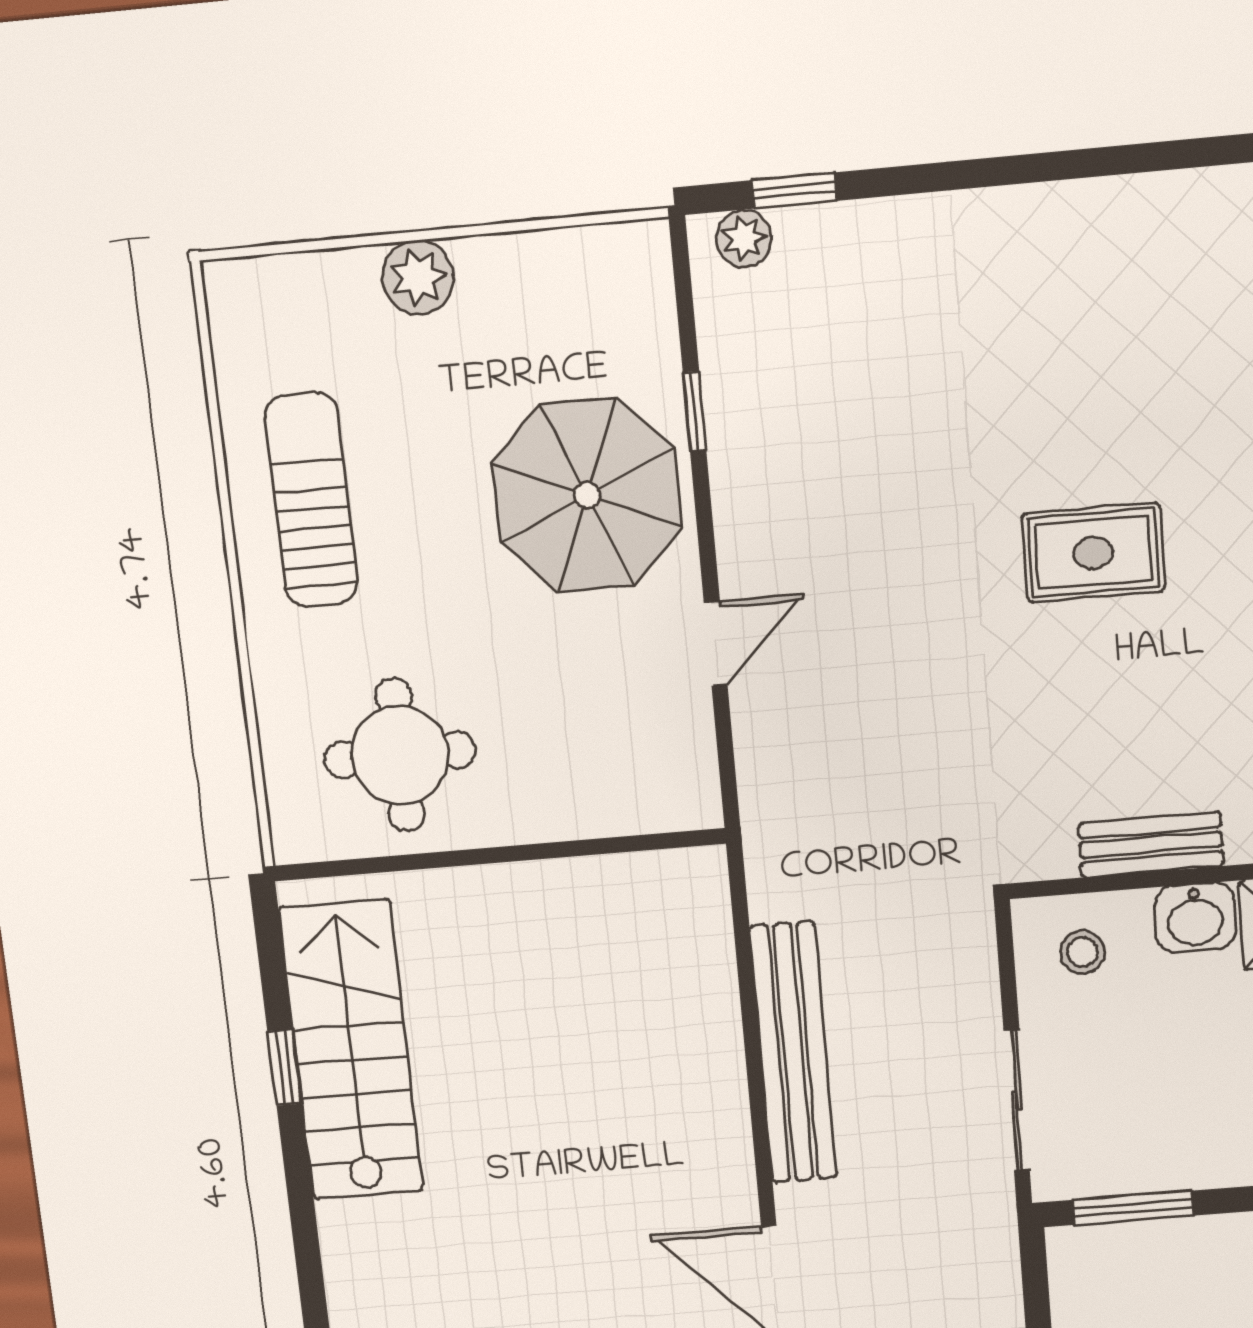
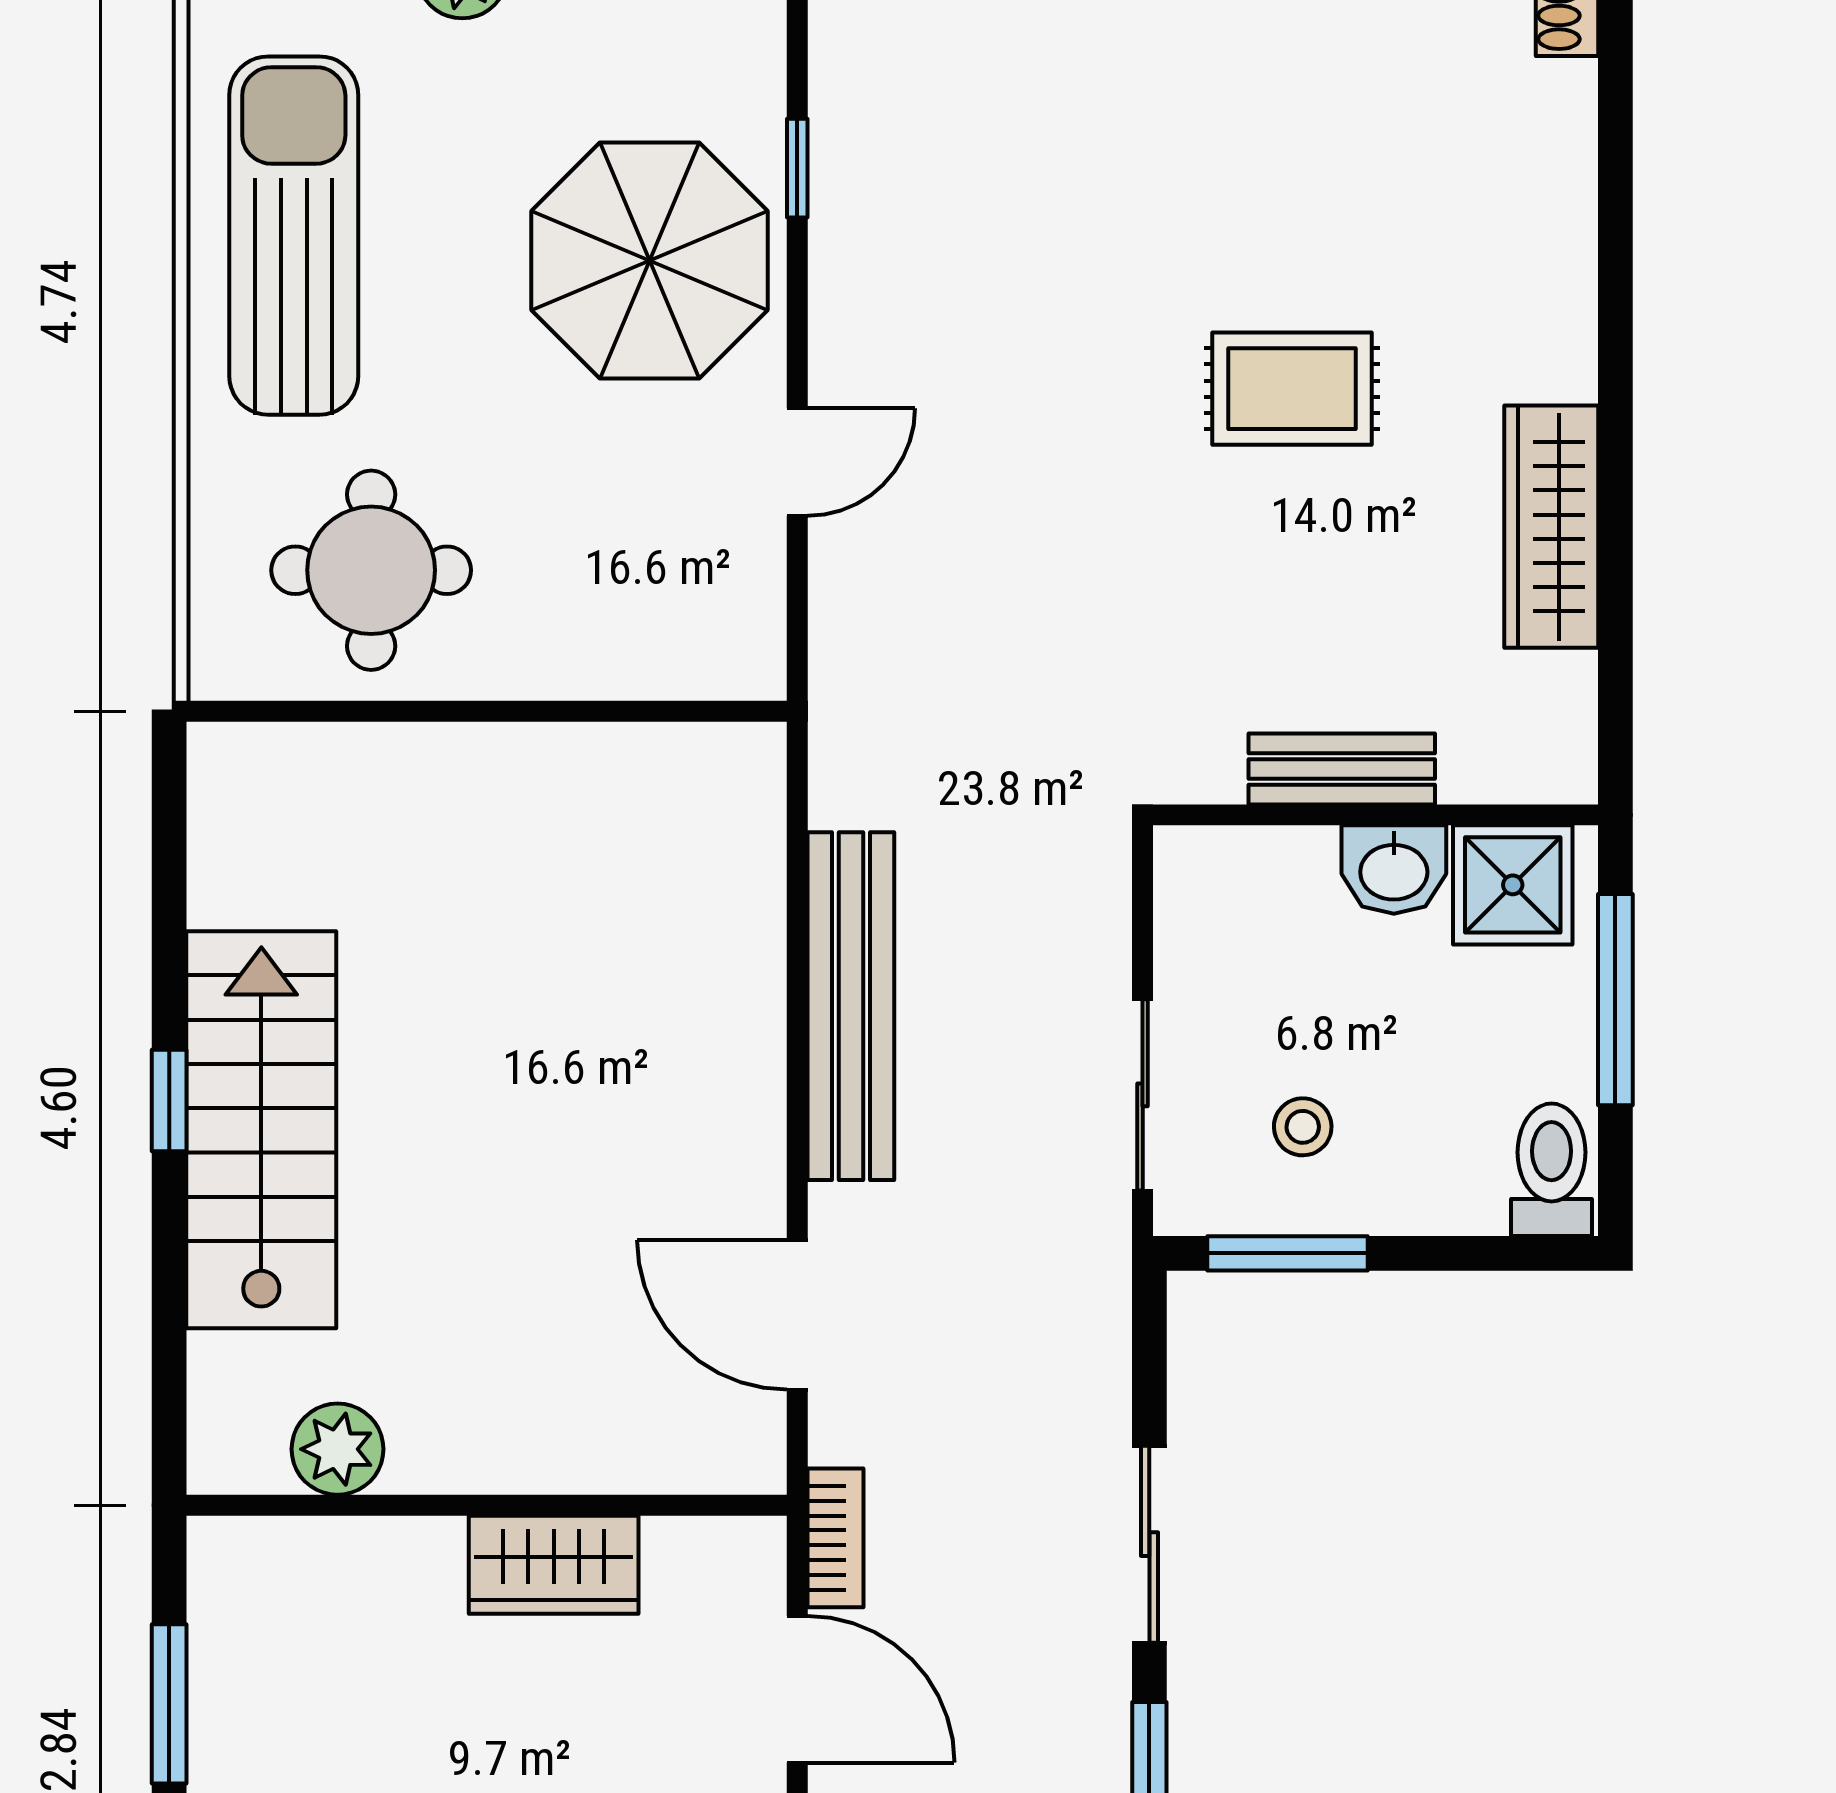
sun lounger: (312, 500) -> (294, 236), width x1.36, depth x1.34
stool: (1082, 952) -> (1303, 1127), moved
stairs: (351, 1050) -> (261, 1130), moved
window: (285, 1068) -> (169, 1100), moved

